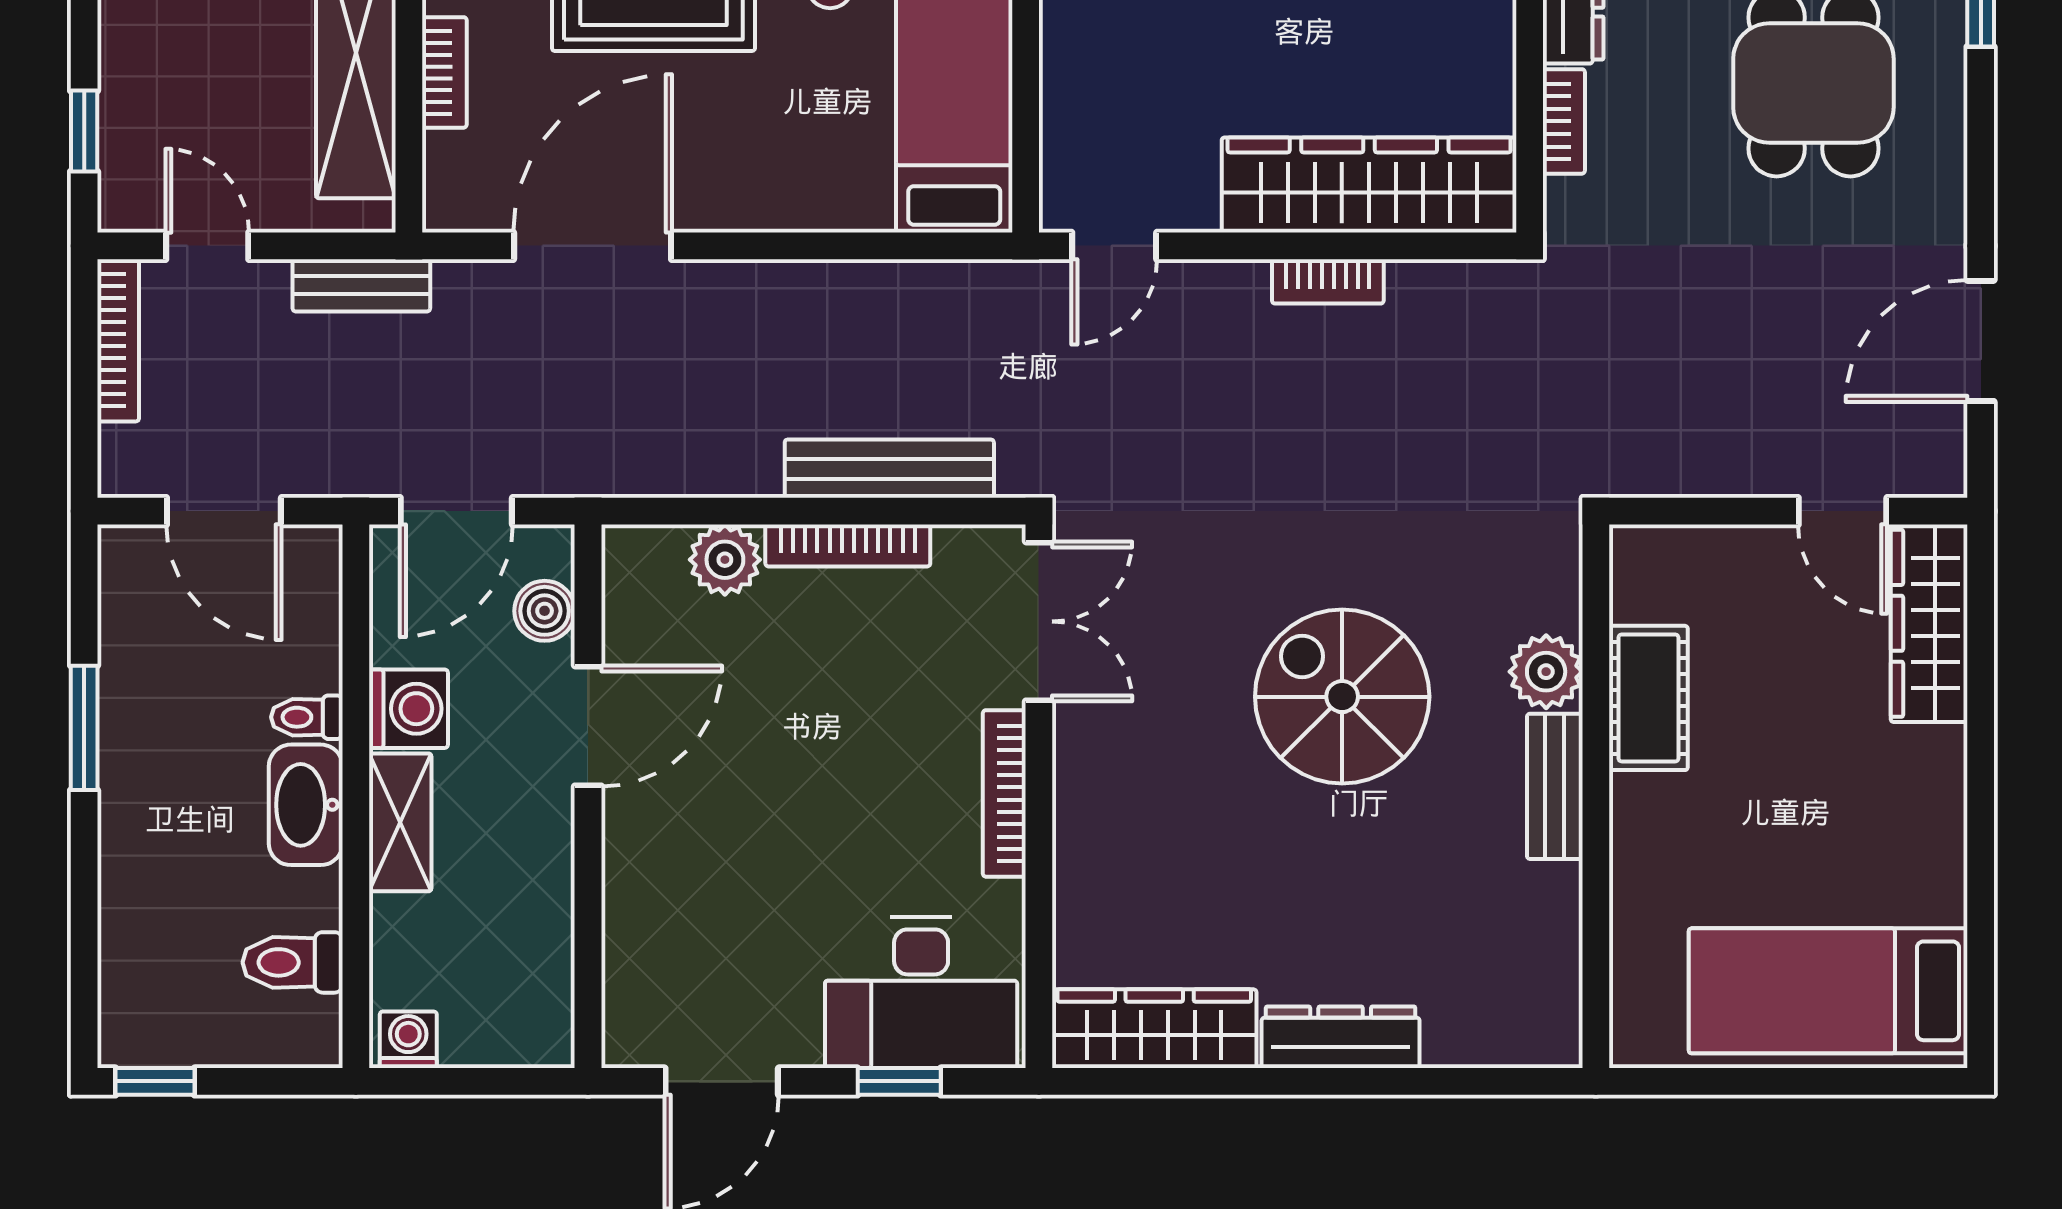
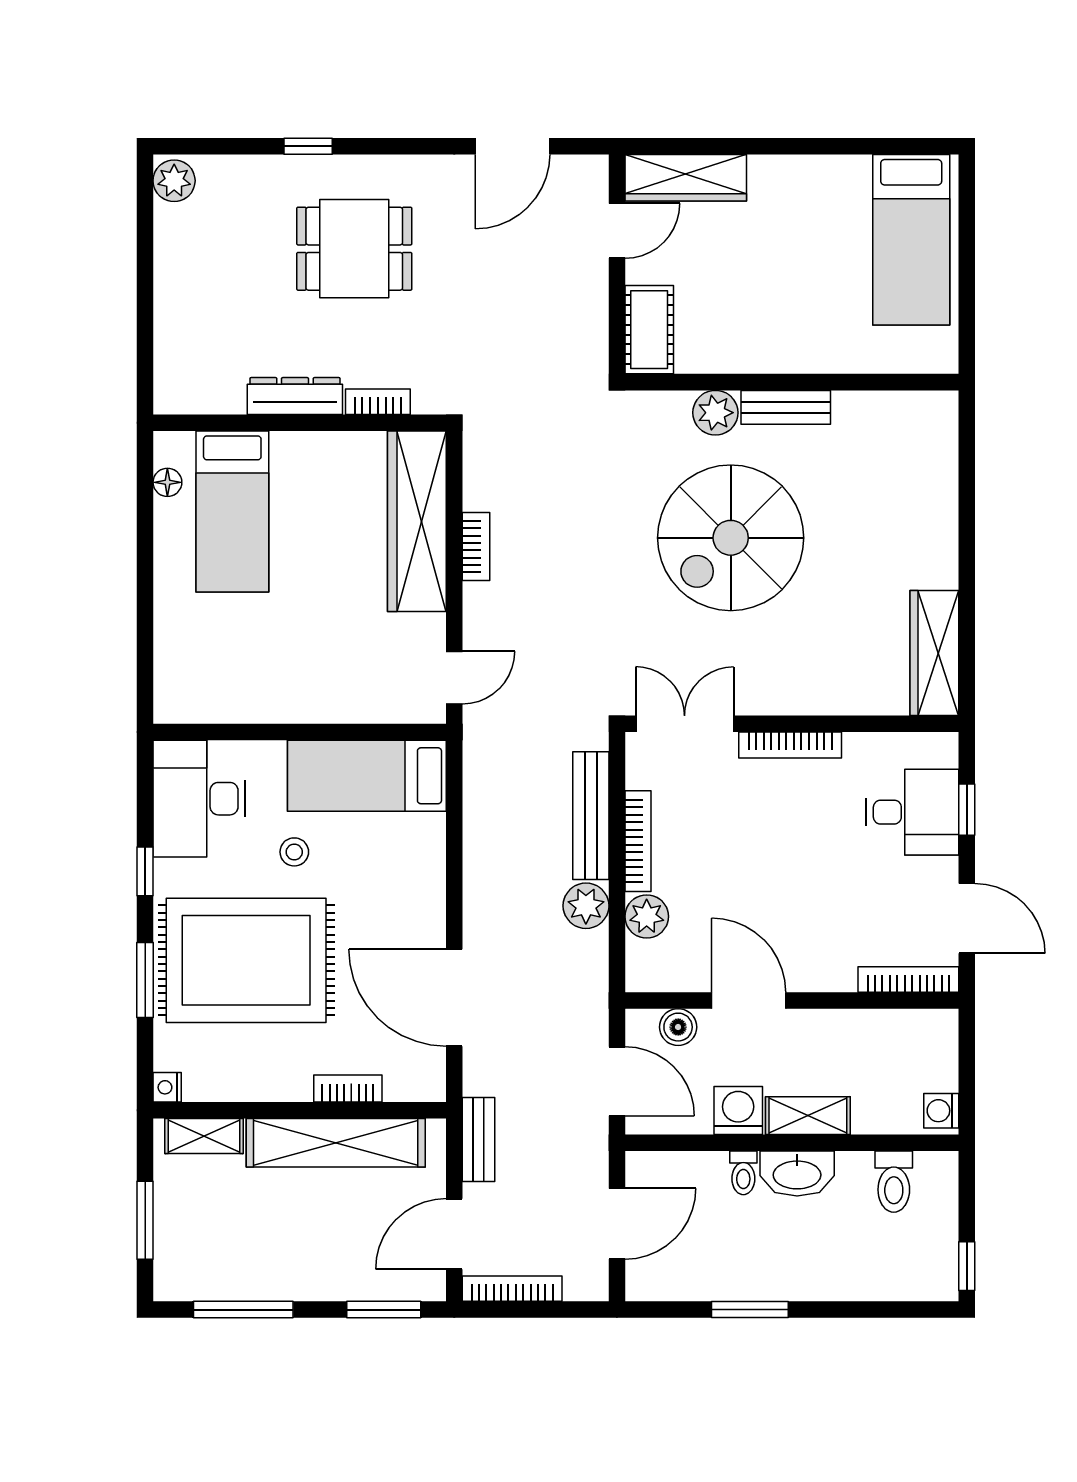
window: (84, 131) -> (384, 1310), width x1.50
door: (207, 246) -> (454, 1234), width x1.38
door: (1114, 246) -> (454, 678), hinge flipped
door: (1981, 341) -> (513, 146), hinge flipped
plant: (742, 461) -> (586, 906), added
spiral stairs: (1342, 697) -> (731, 538), width x1.37, depth x1.37
cot: (1648, 698) -> (649, 330), moved, turned 90
bookcase: (622, 986) -> (908, 979), added
desk: (921, 993) -> (912, 812), width x0.73
dresser: (1341, 1037) -> (940, 539), removed

